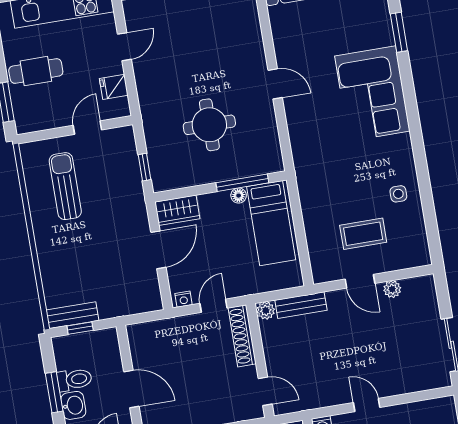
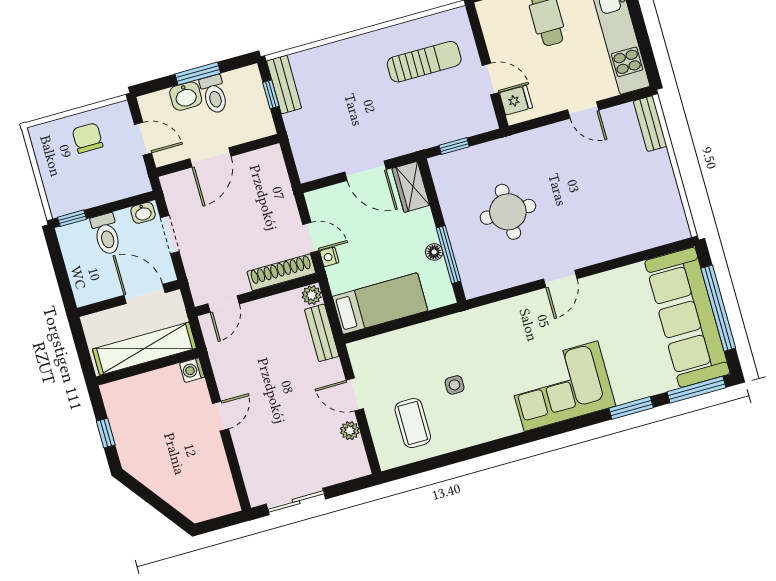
fridge: (114, 87) -> (516, 100), moved, turned 90
side table: (398, 194) -> (455, 385), moved
bed: (271, 223) -> (380, 304), moved, turned 180
coffee table: (363, 234) -> (413, 423), moved
door: (360, 281) -> (355, 395), hinge flipped
nightstand: (184, 299) -> (329, 257), moved

